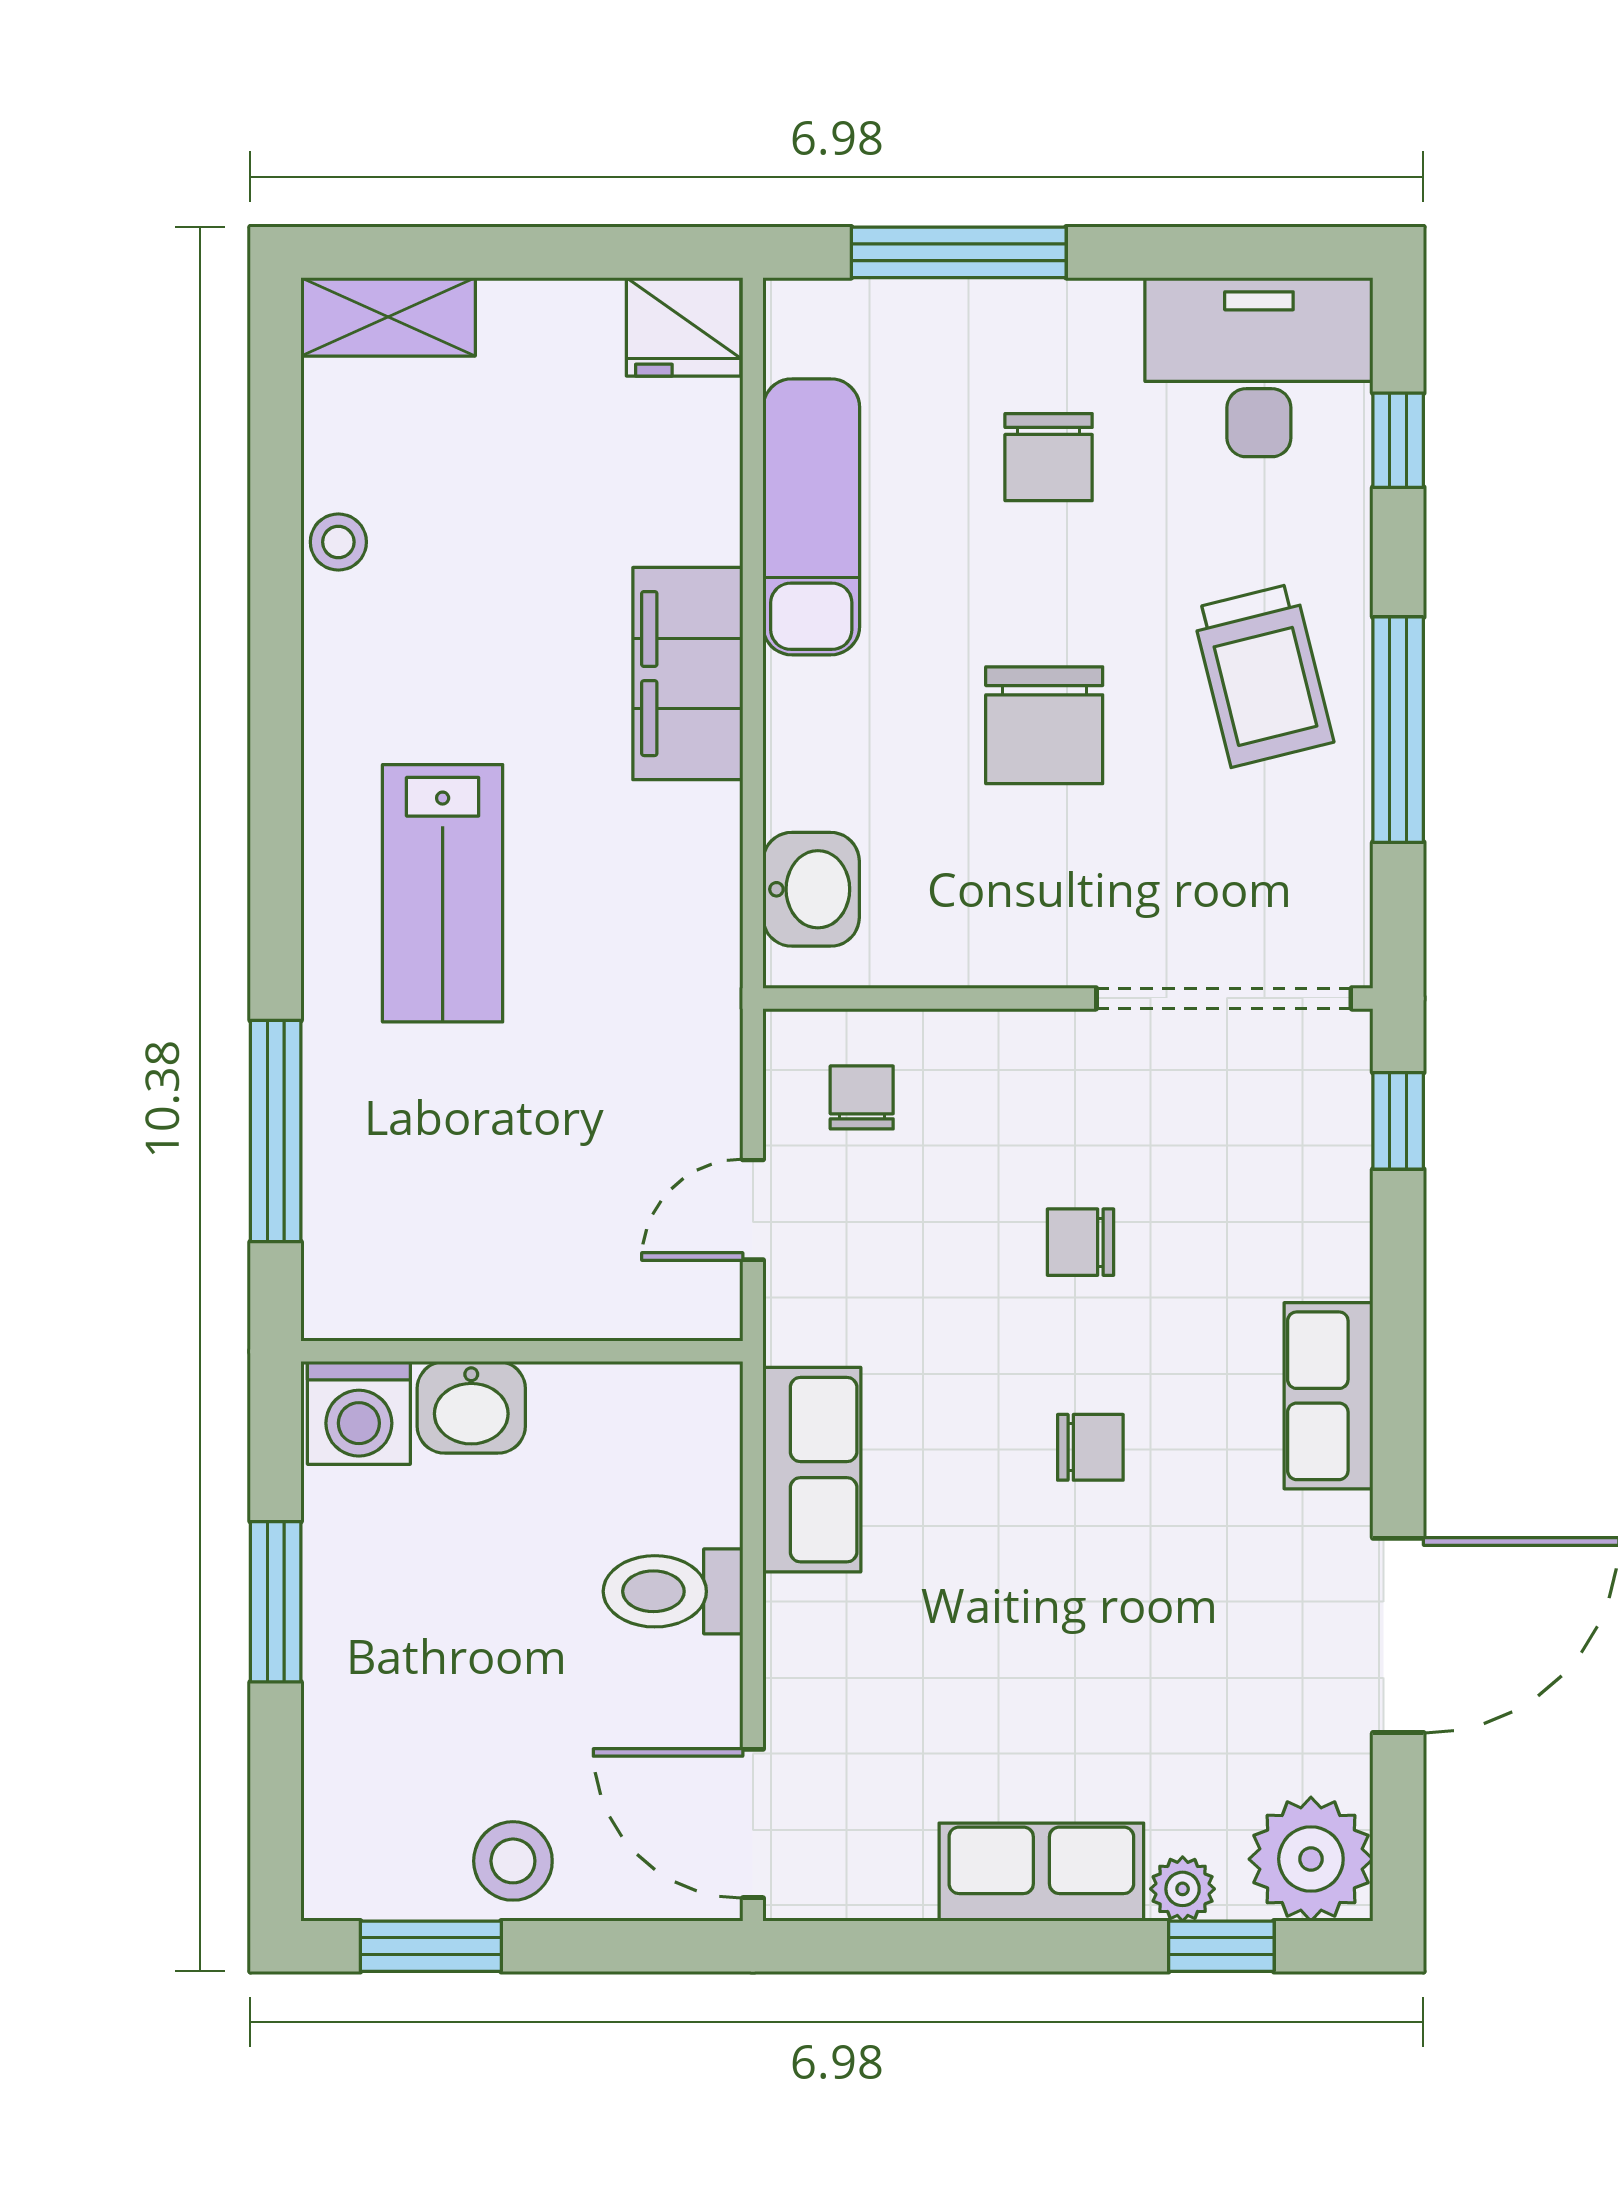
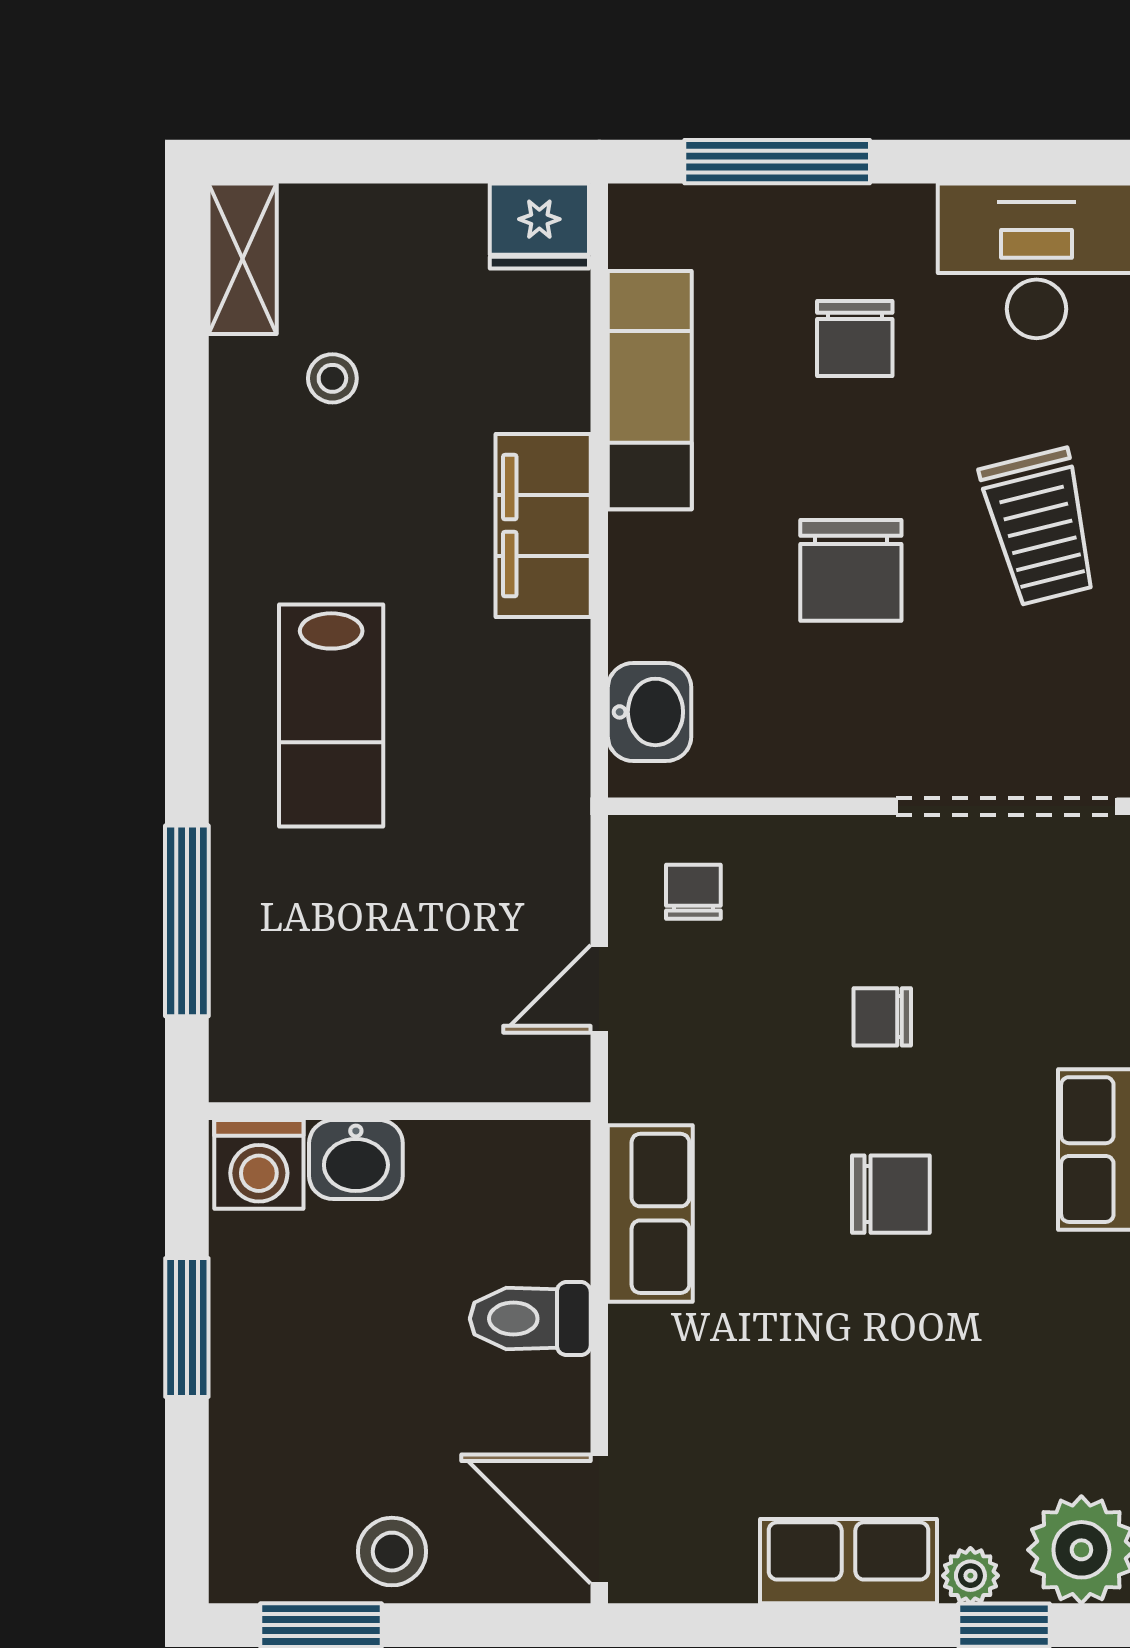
shelving: (388, 317) -> (243, 259), moved, turned 90
stool: (338, 542) -> (332, 378), moved
chair: (1090, 1447) -> (891, 1194), width x1.37, depth x1.37

